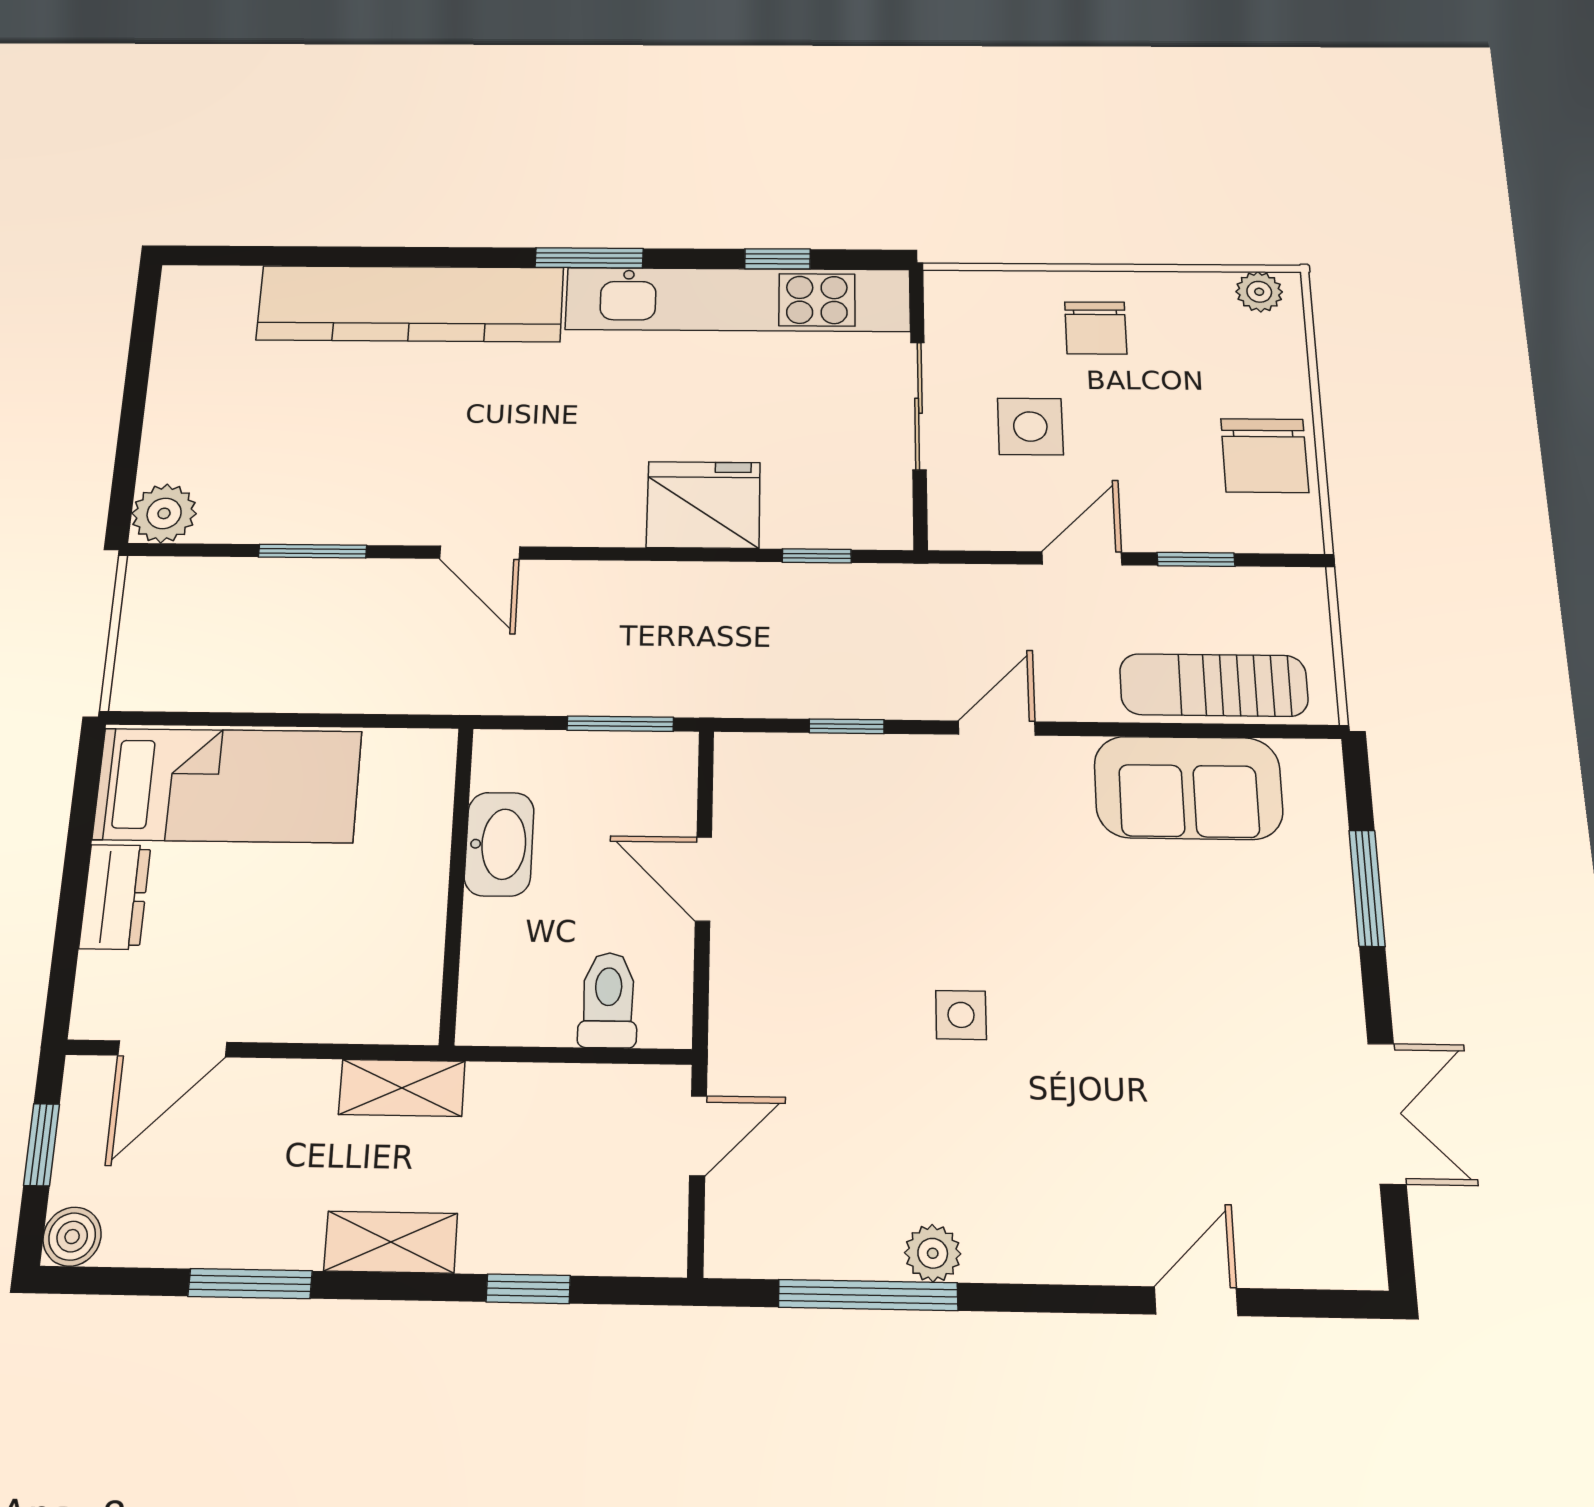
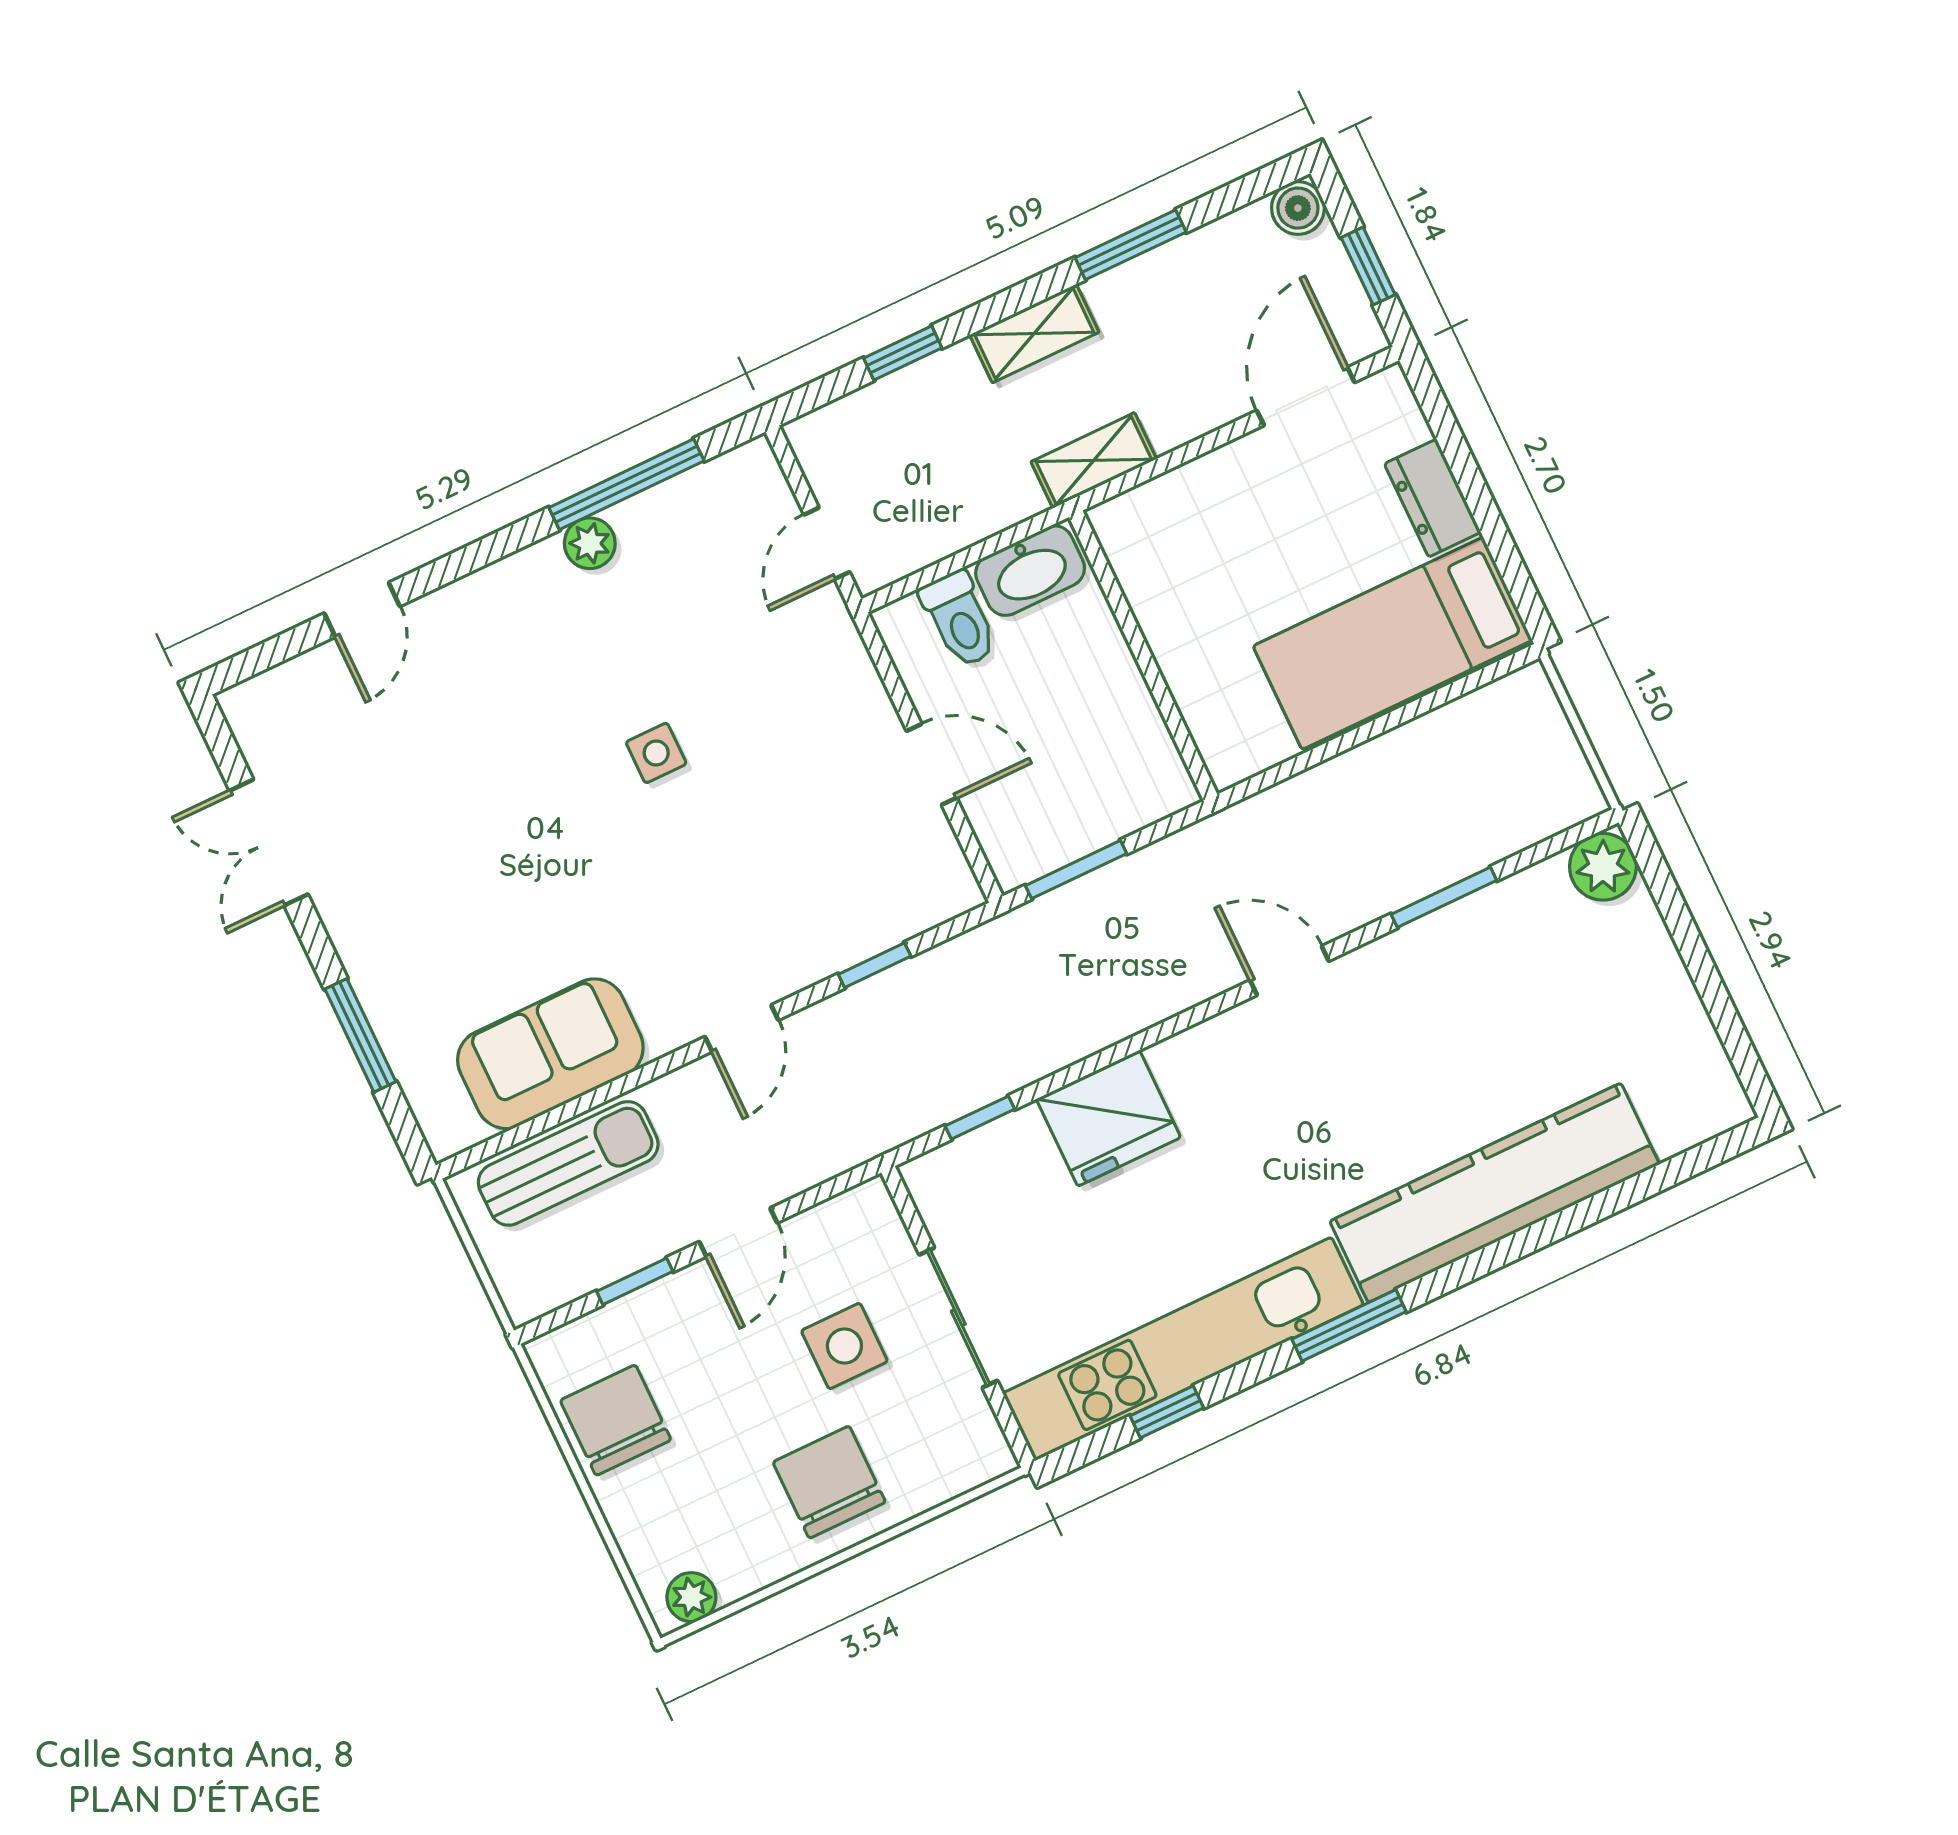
chair: (1096, 328) -> (829, 1482), width x1.37, depth x1.37
washbasin: (499, 844) -> (1030, 571), moved, turned -90

